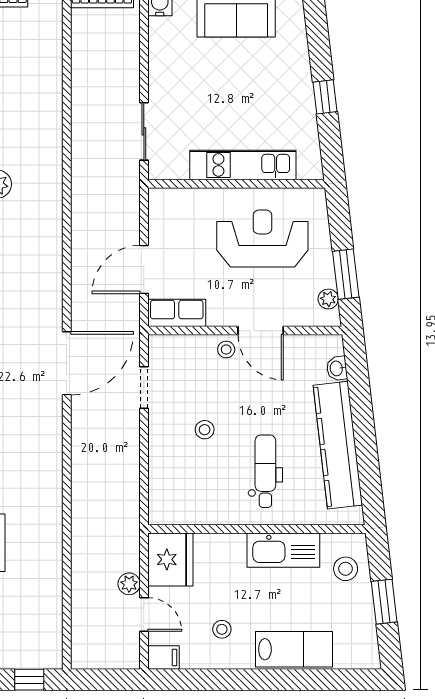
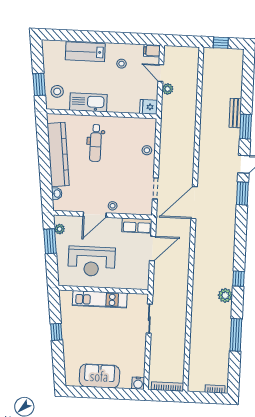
door: (261, 331) -> (95, 215), swing flipped
stool: (205, 430) -> (147, 150), moved
fridge: (170, 559) -> (149, 107), width x0.53, depth x0.75
window: (384, 602) -> (39, 84), moved

